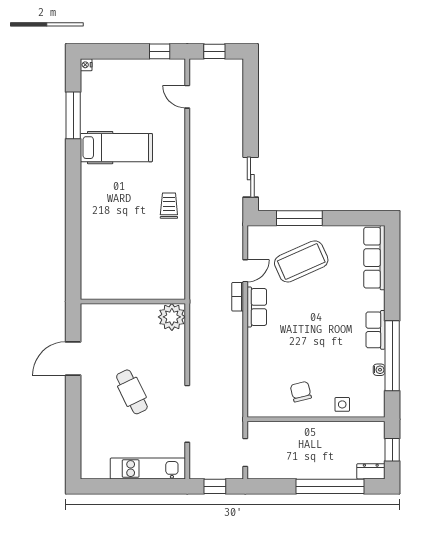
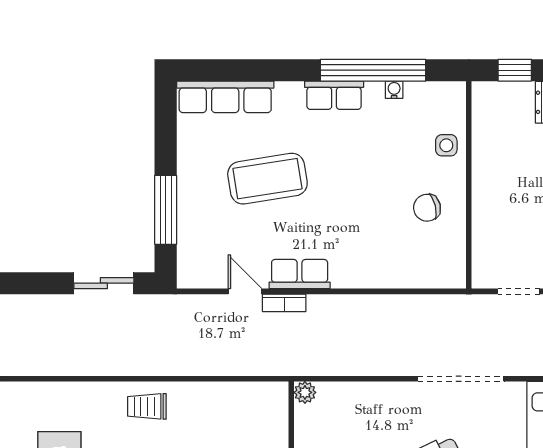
coffee table: (301, 261) -> (267, 179), moved, turned -75
plant: (172, 317) -> (305, 392), width x0.53, depth x0.53

